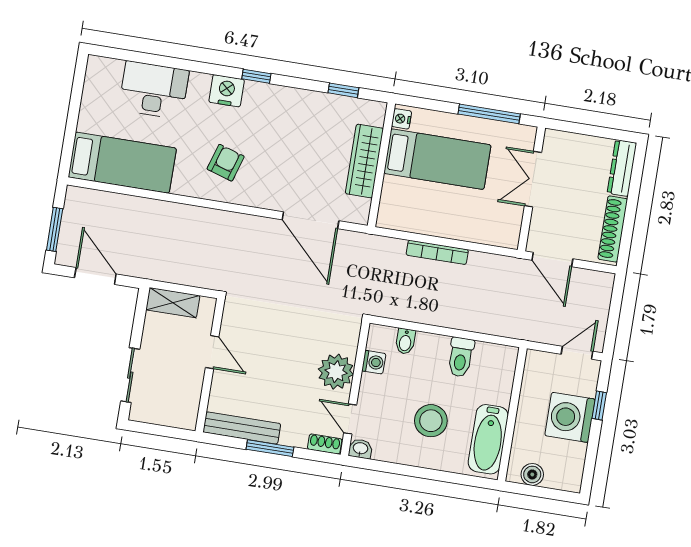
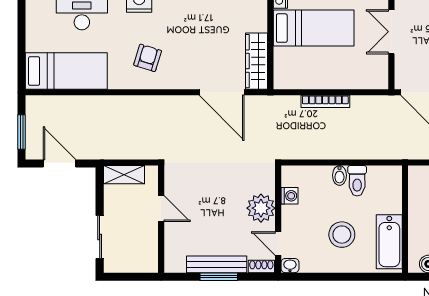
wardrobe: (364, 161) -> (257, 61), moved
bidet: (405, 341) -> (339, 175), moved
bench: (242, 428) -> (217, 264), moved

